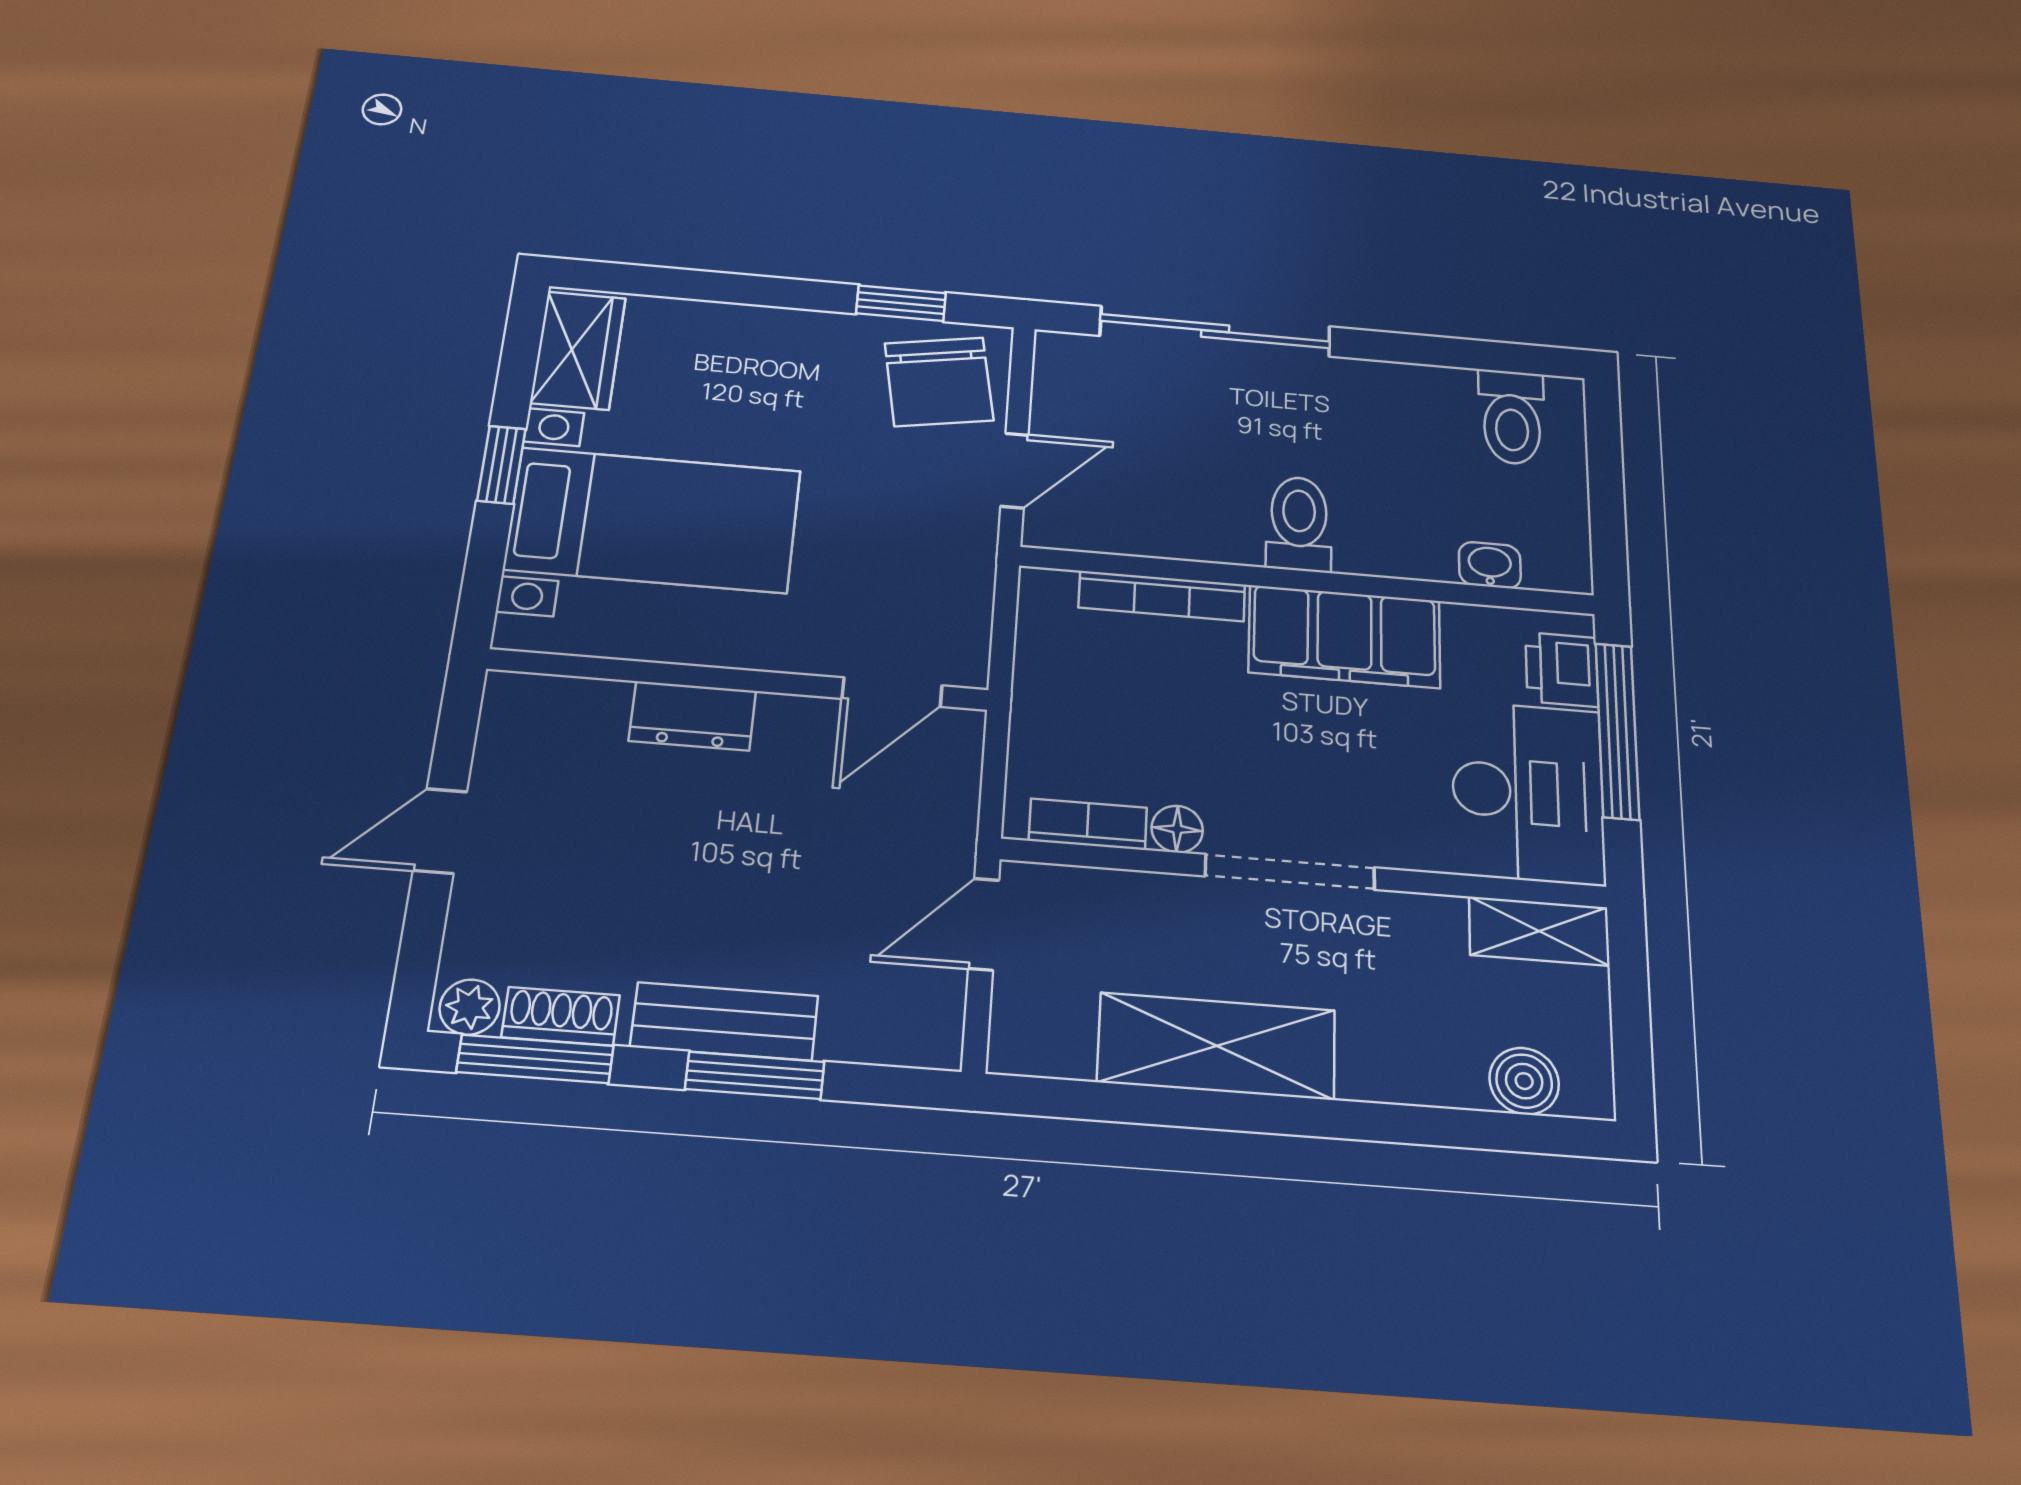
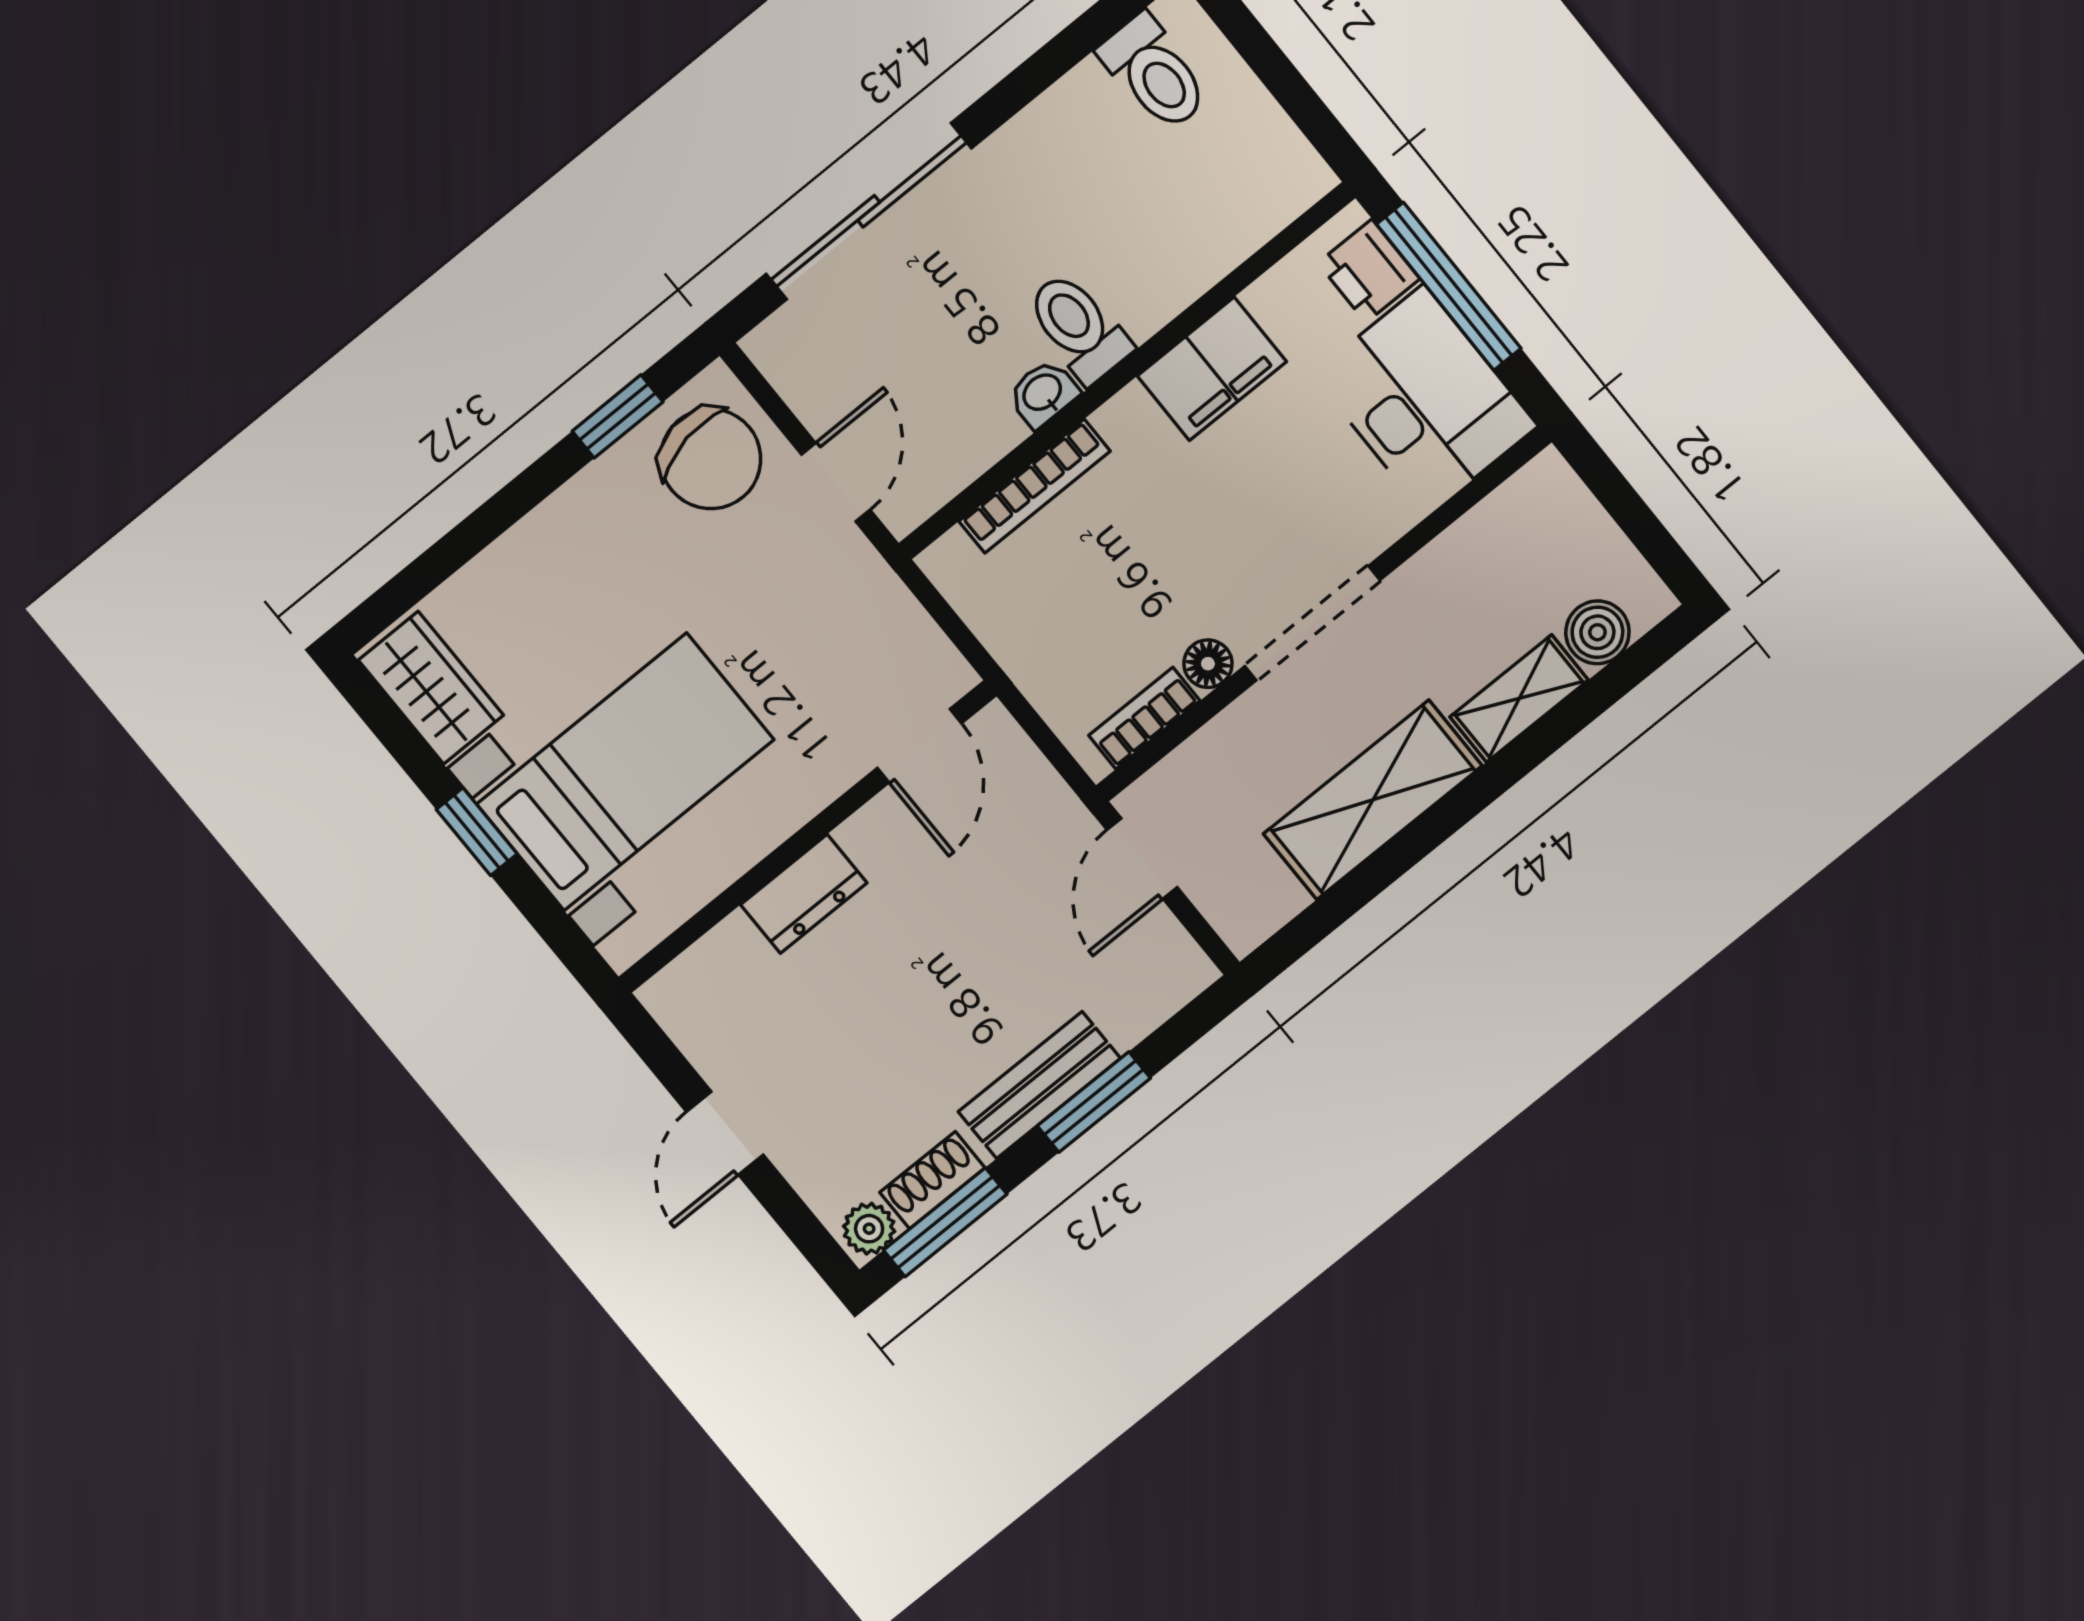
washbasin: (1490, 565) -> (1043, 393), moved
filing cabinet: (1345, 636) -> (1212, 369), width x0.67, depth x0.86
shelving: (1539, 931) -> (1519, 698), moved

